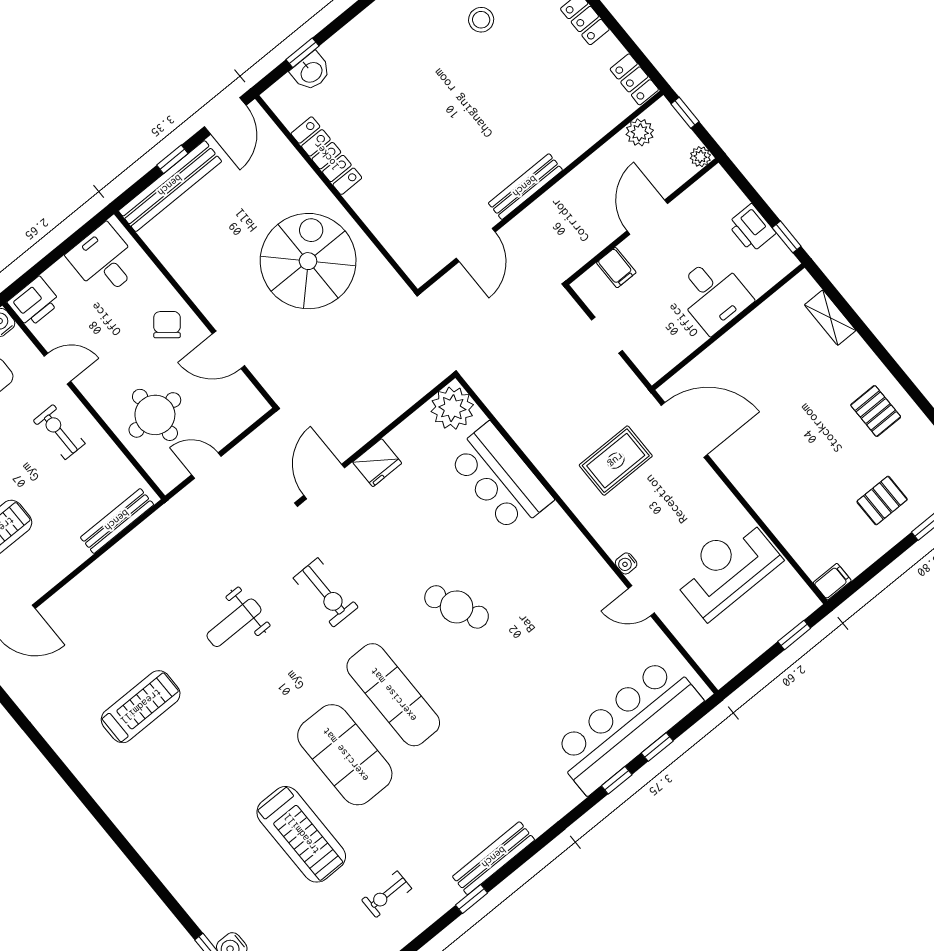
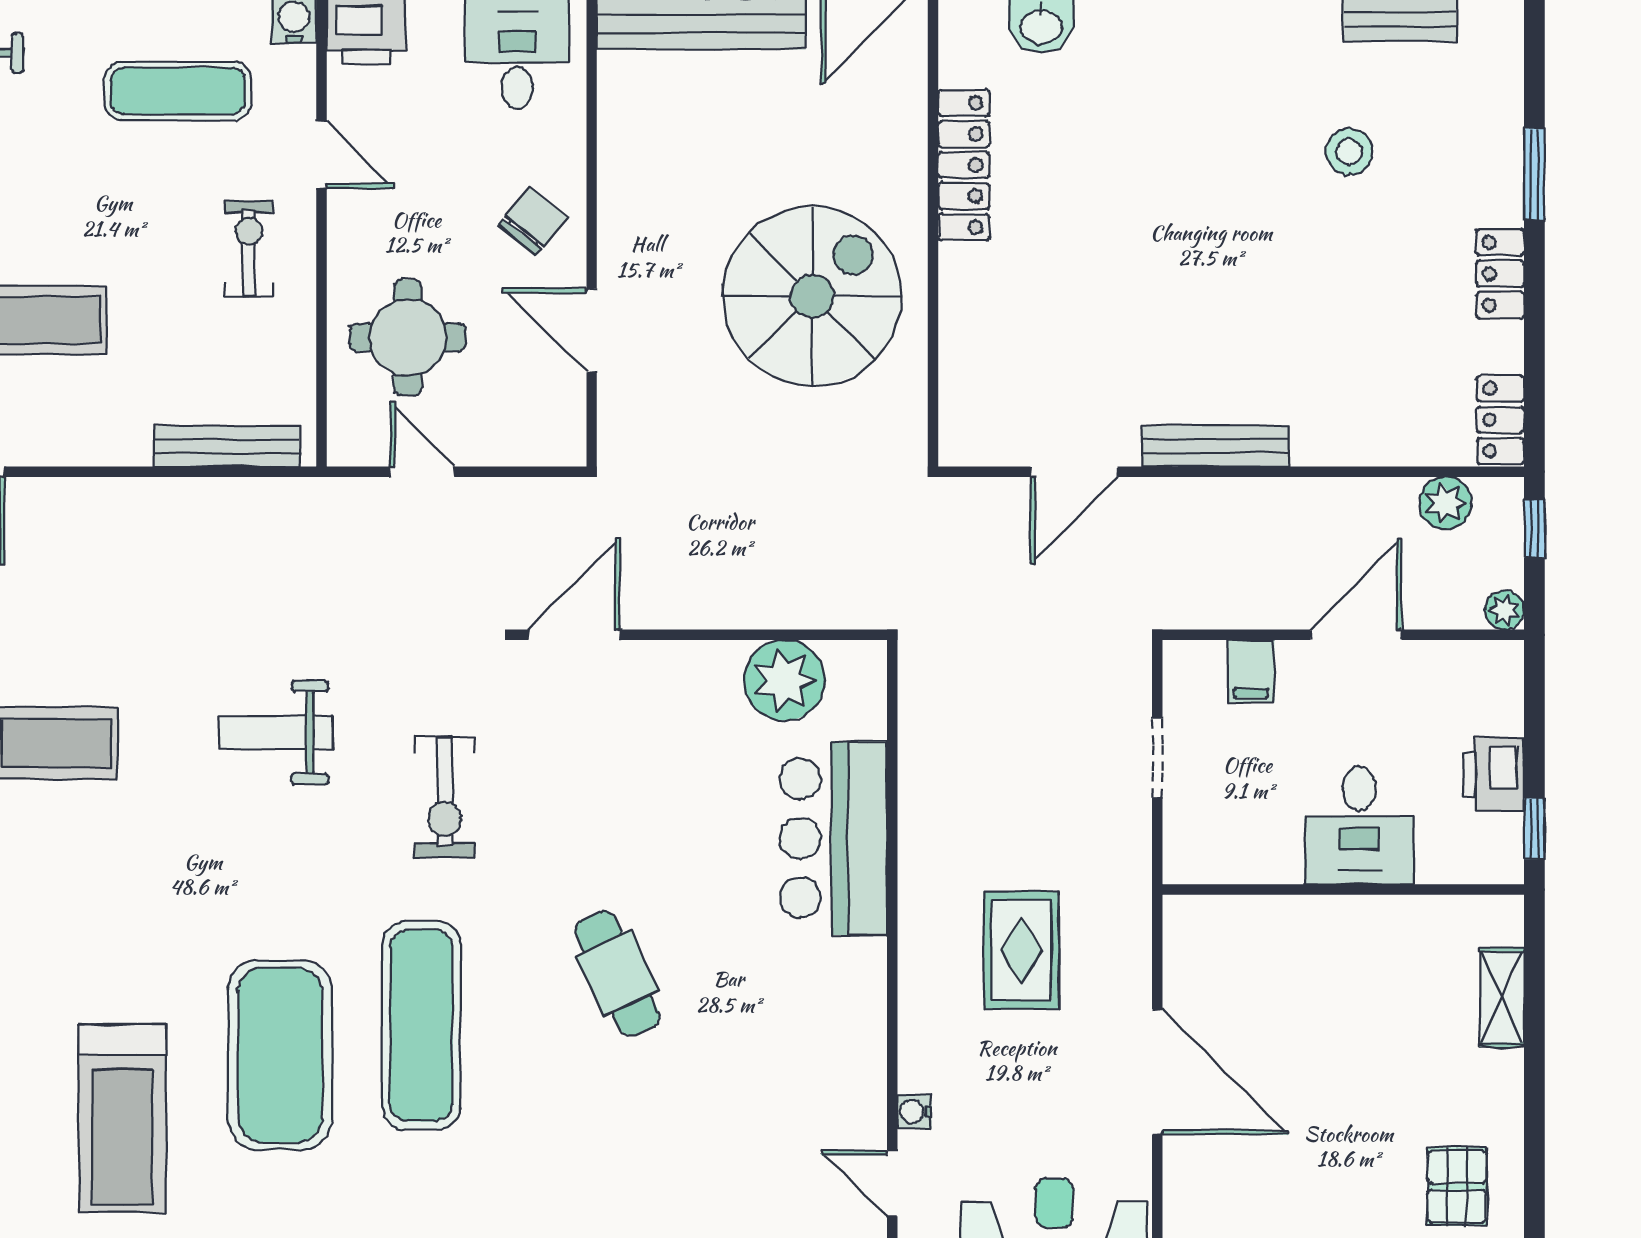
plant: (452, 408) -> (784, 680), moved
door: (684, 430) -> (1157, 1072), moved
rug: (616, 461) -> (1021, 950), turned 90
fridge: (377, 463) -> (673, 670), removed

